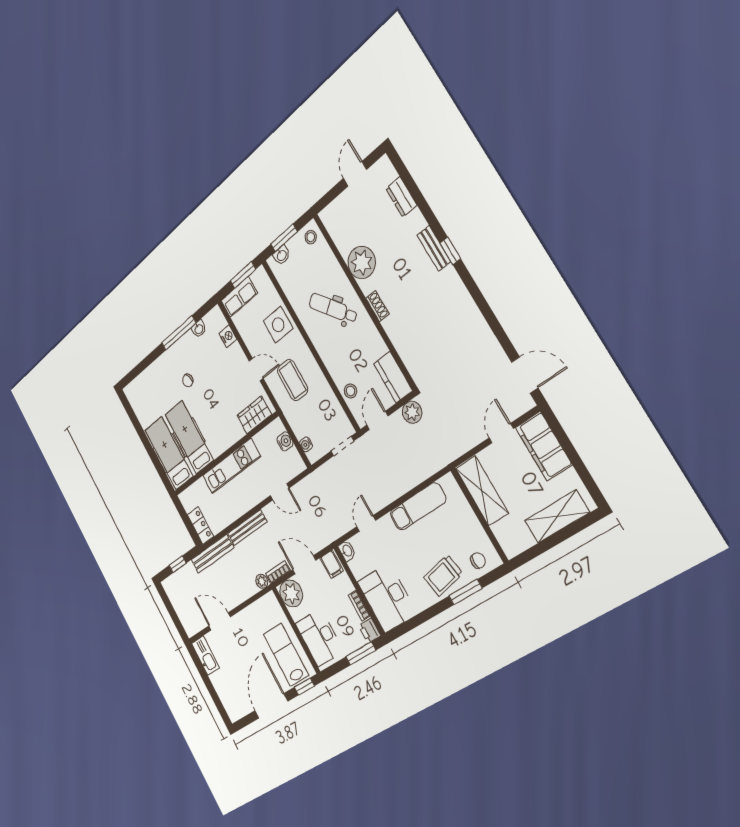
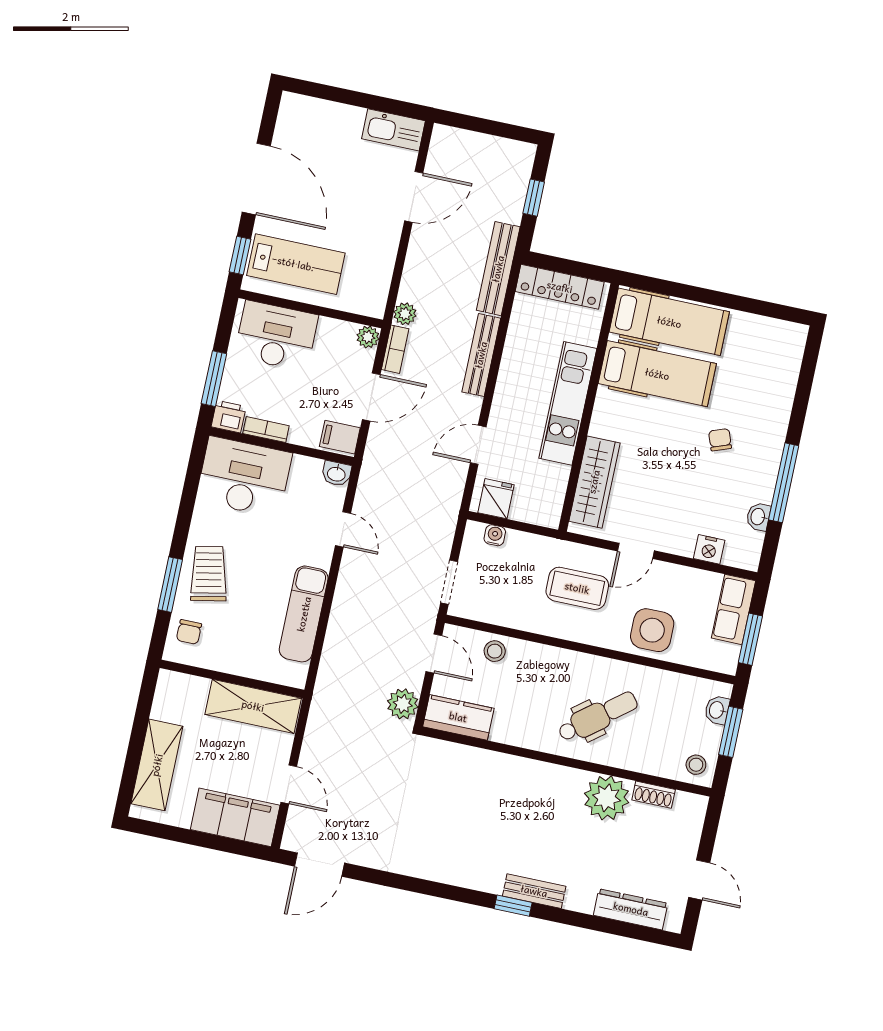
dresser: (401, 197) -> (631, 909), width x1.44
shoe rack: (377, 306) -> (654, 795), moved
wardrobe: (254, 415) -> (594, 482), width x1.50
water cooler: (285, 441) -> (524, 510), removed
fridge: (292, 460) -> (496, 499), added
locker: (200, 526) -> (560, 287), width x1.53
plant: (291, 593) -> (368, 337), width x0.53, depth x0.53

